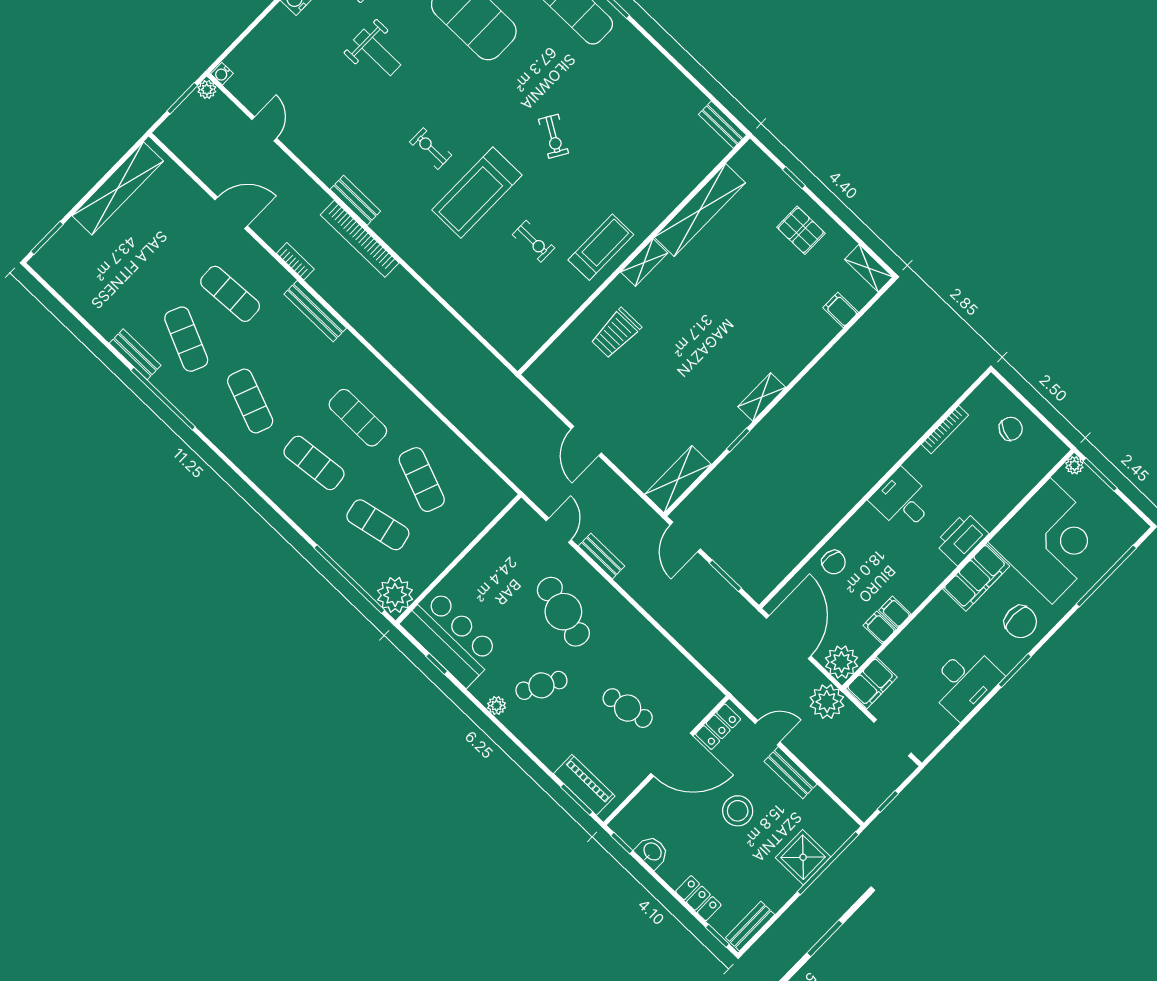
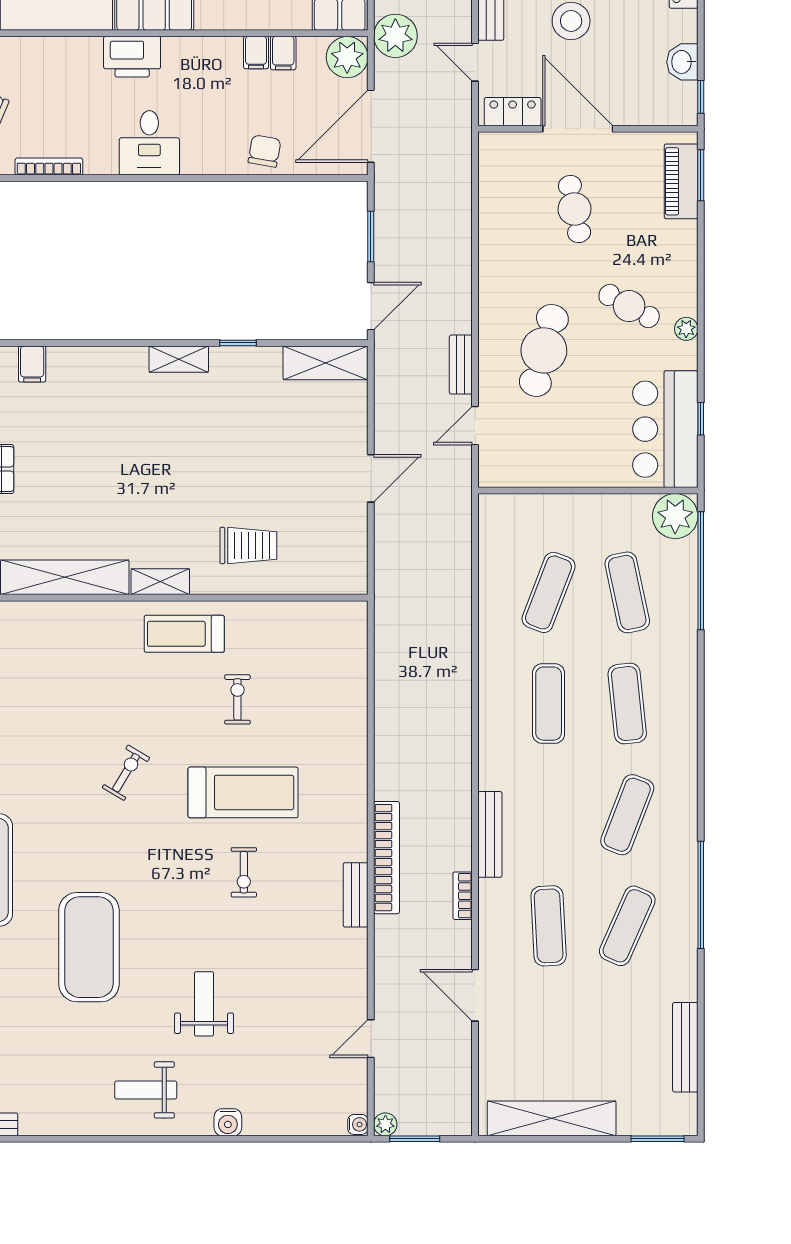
bench: (135, 354) -> (685, 1047), moved, width x1.36

